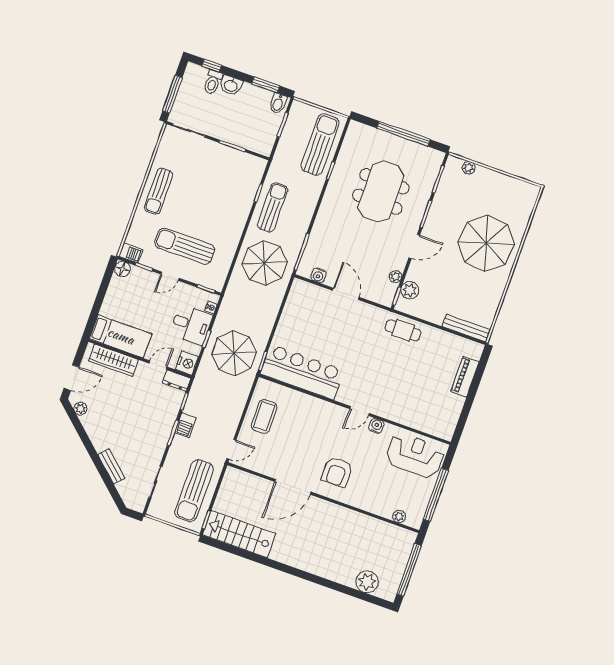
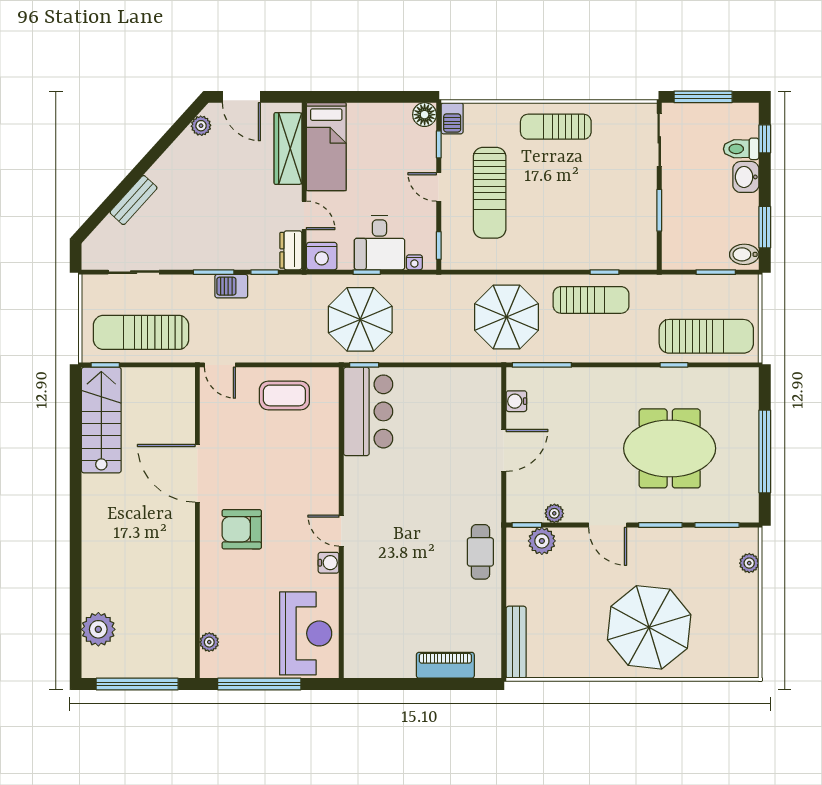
sun lounger: (185, 246) -> (490, 193), turned 180
bar counter: (302, 372) -> (368, 411), width x0.73

